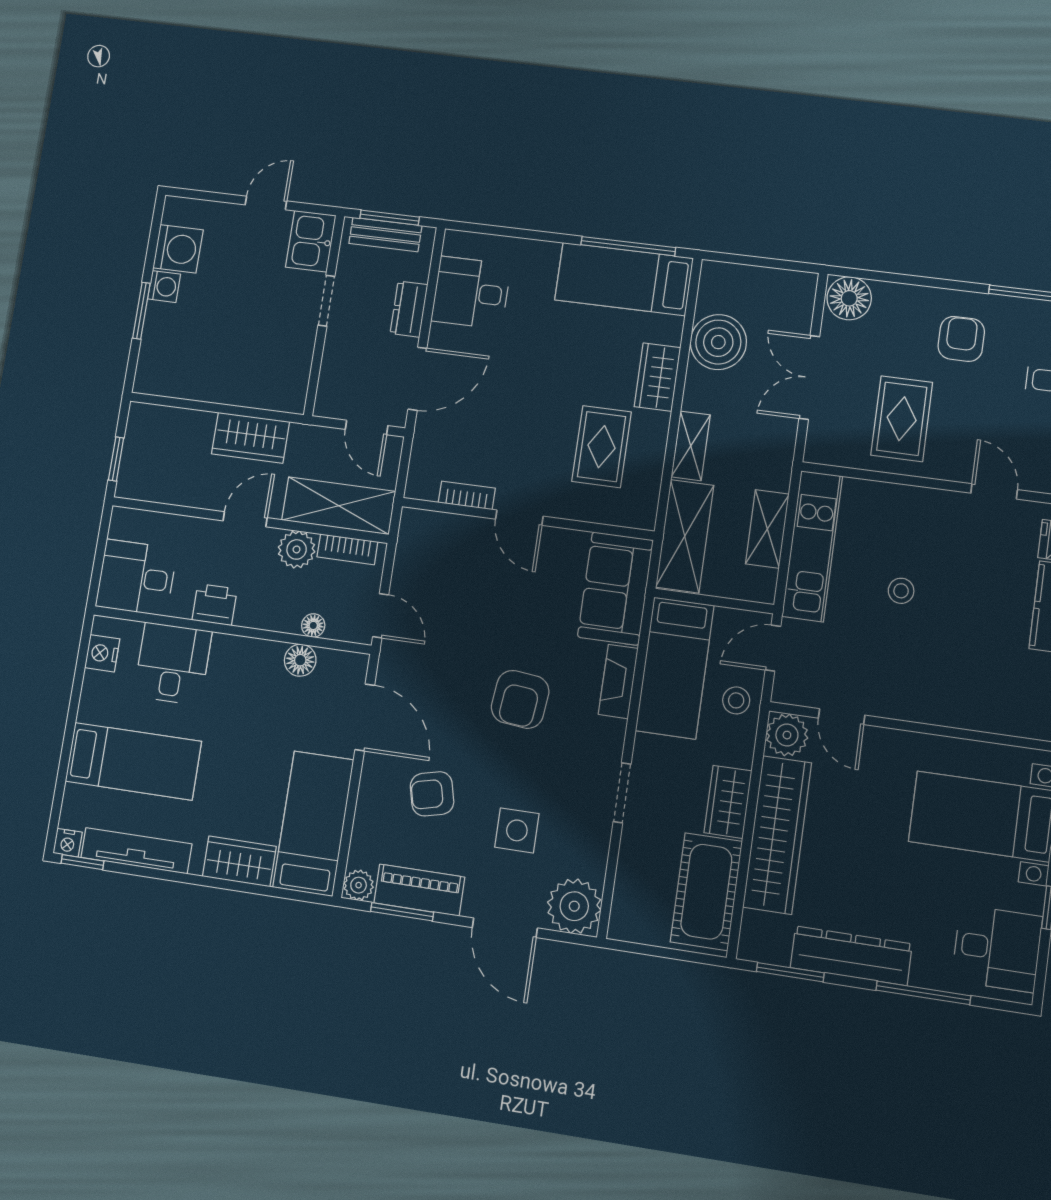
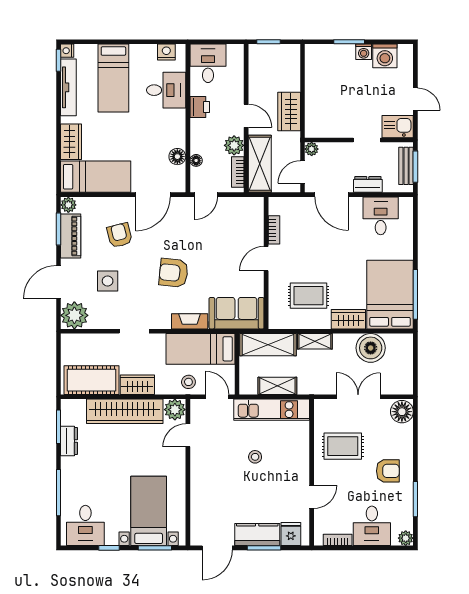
bed: (624, 279) -> (390, 295), width x1.50
plant: (327, 405) -> (312, 149), added
dresser: (851, 956) -> (69, 441), width x0.51, depth x0.80

